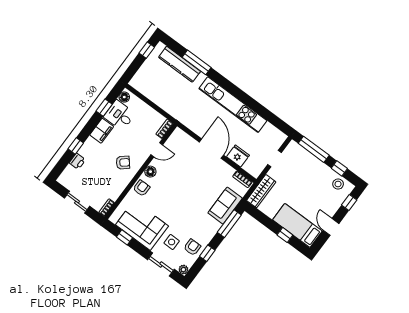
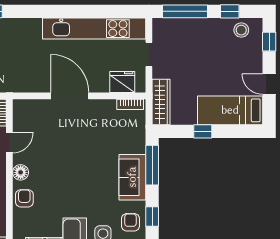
kitchen unit: (233, 105) -> (94, 29), moved
fridge: (238, 156) -> (122, 82), moved
sofa: (225, 206) -> (132, 177), moved
window: (285, 235) -> (203, 131), moved

